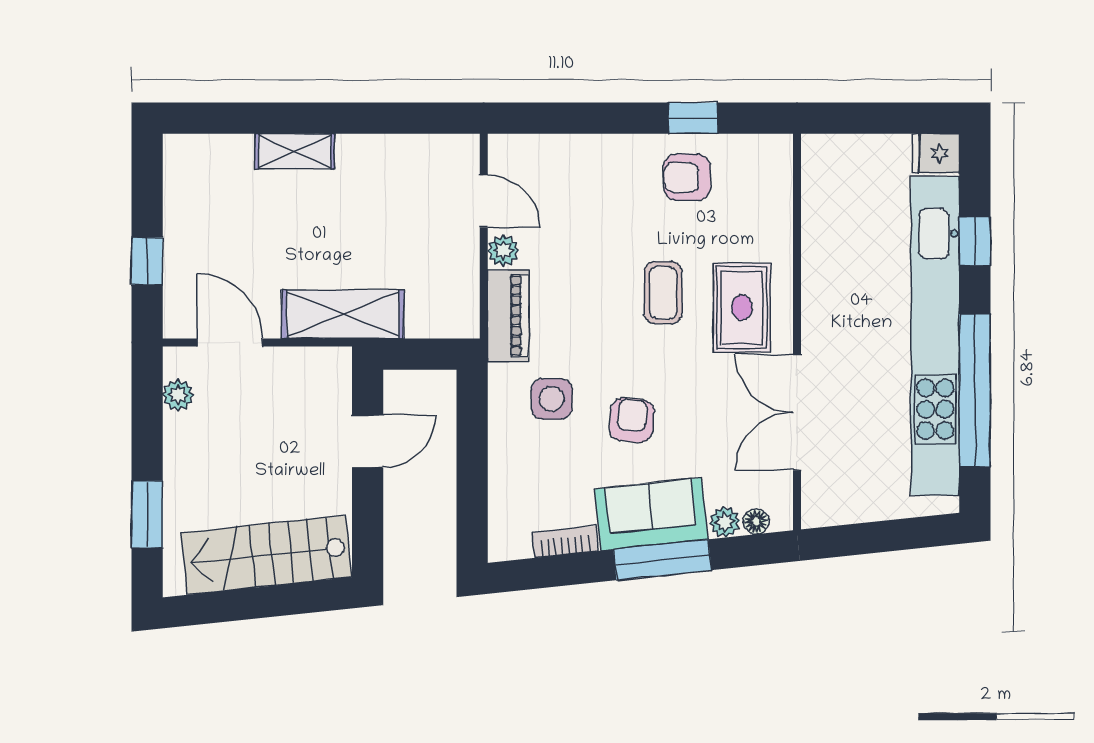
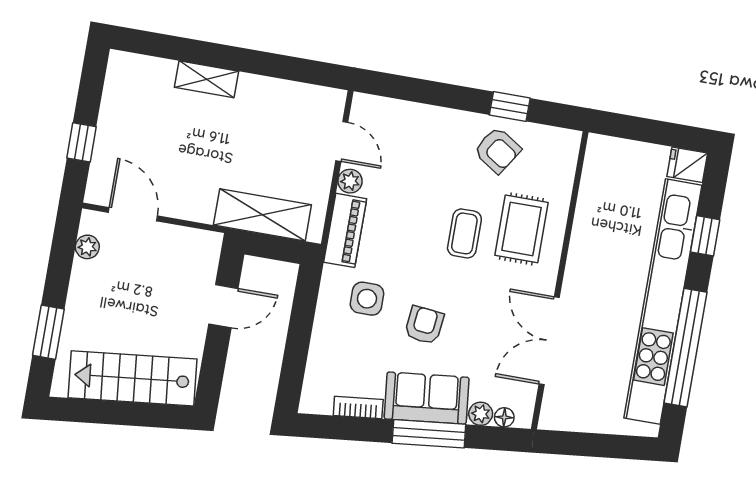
armchair: (687, 177) -> (497, 150), turned -147
rug: (742, 308) -> (522, 229), moved
shelving: (343, 314) -> (262, 215), moved

